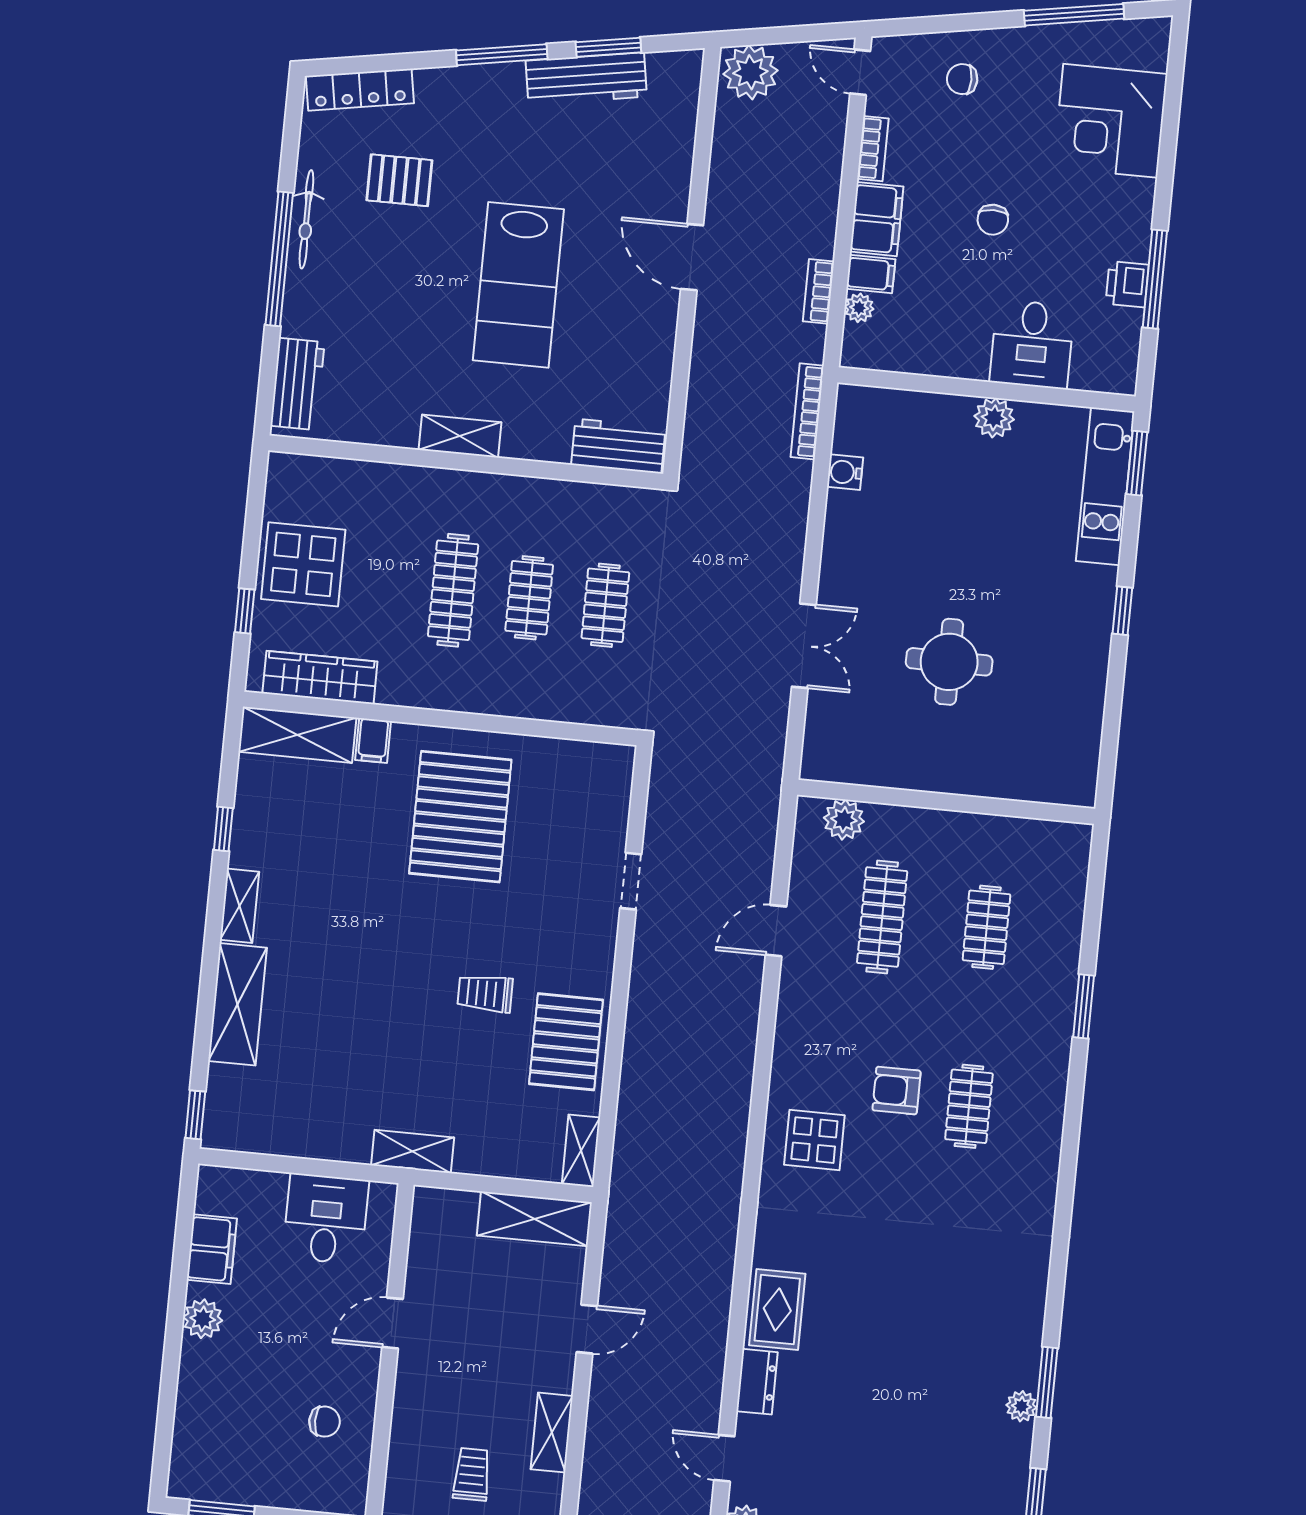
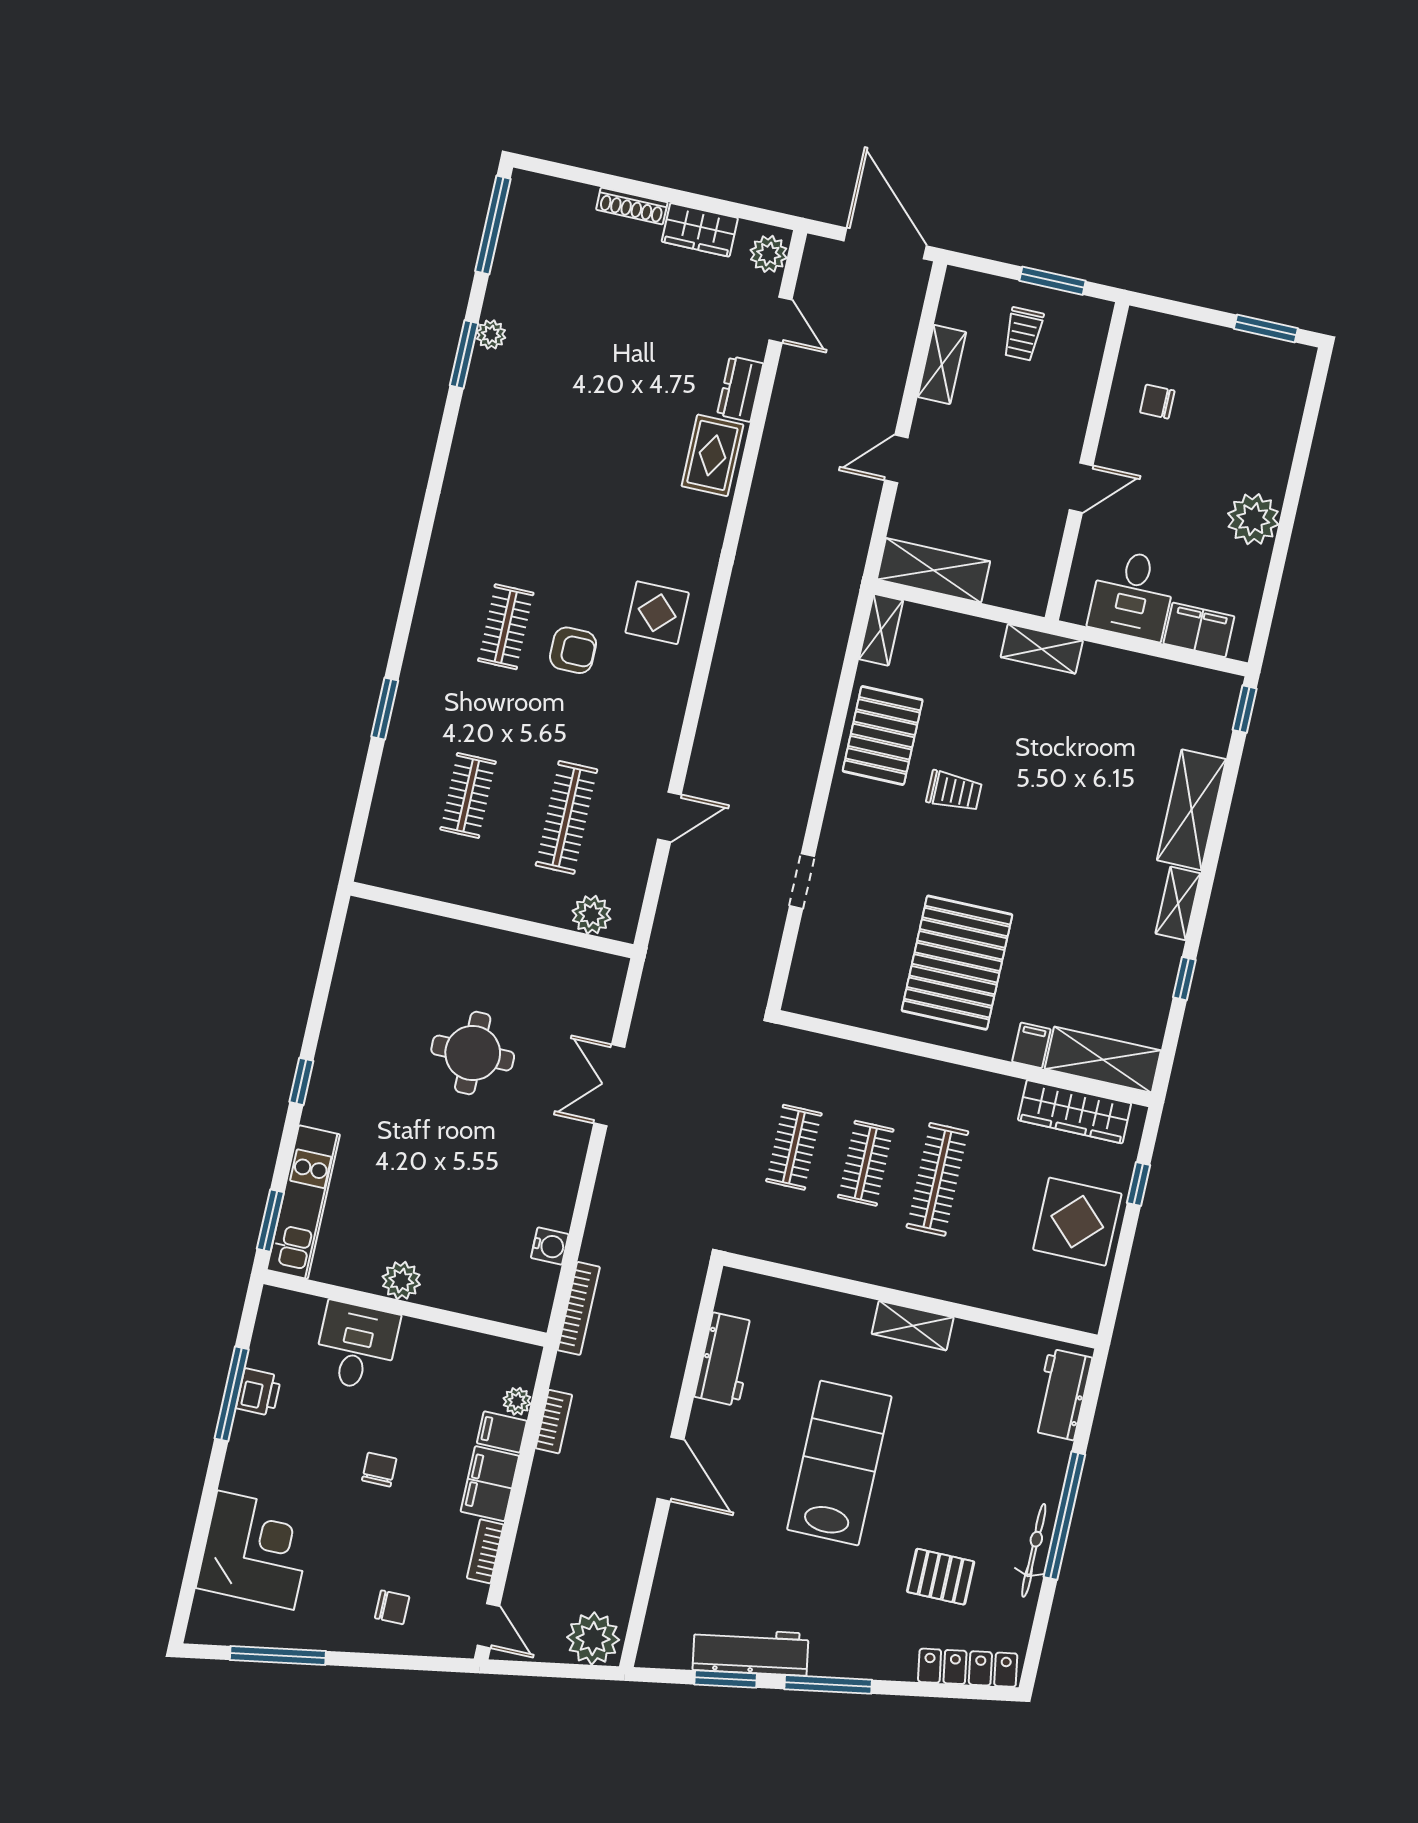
workbench: (618, 446) -> (725, 1359), moved, turned -90
filing cabinet: (212, 1249) -> (1199, 630), moved, turned 90
plant: (203, 1319) -> (1253, 519), width x1.36, depth x1.36

